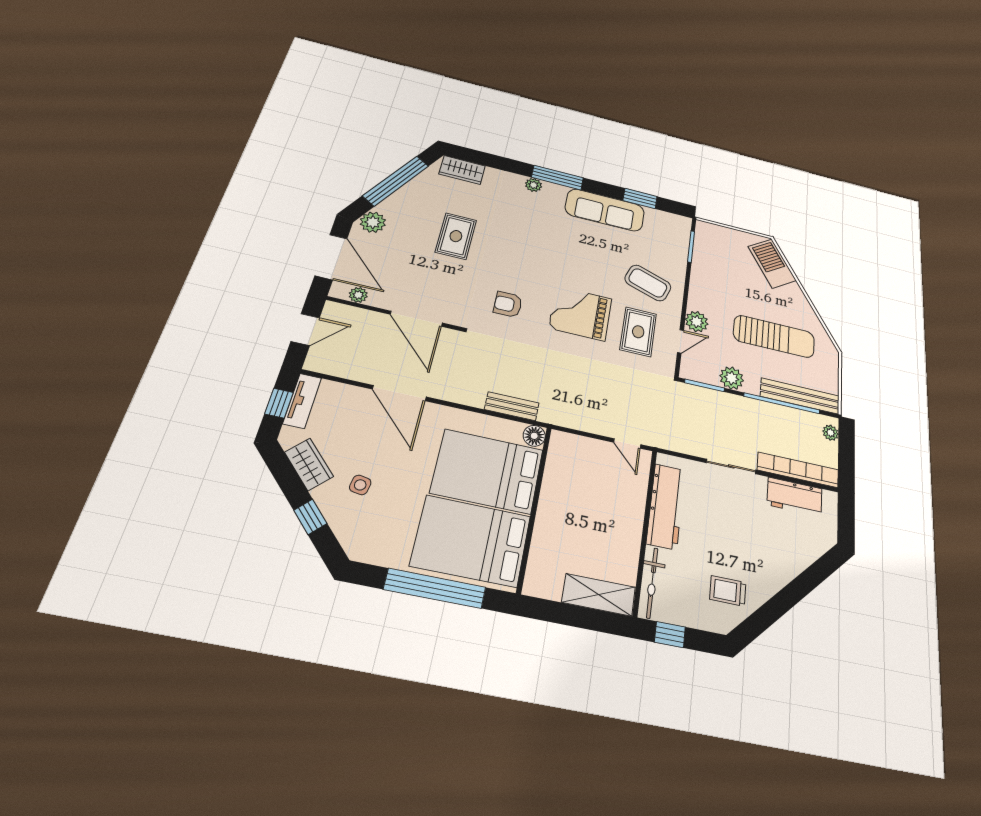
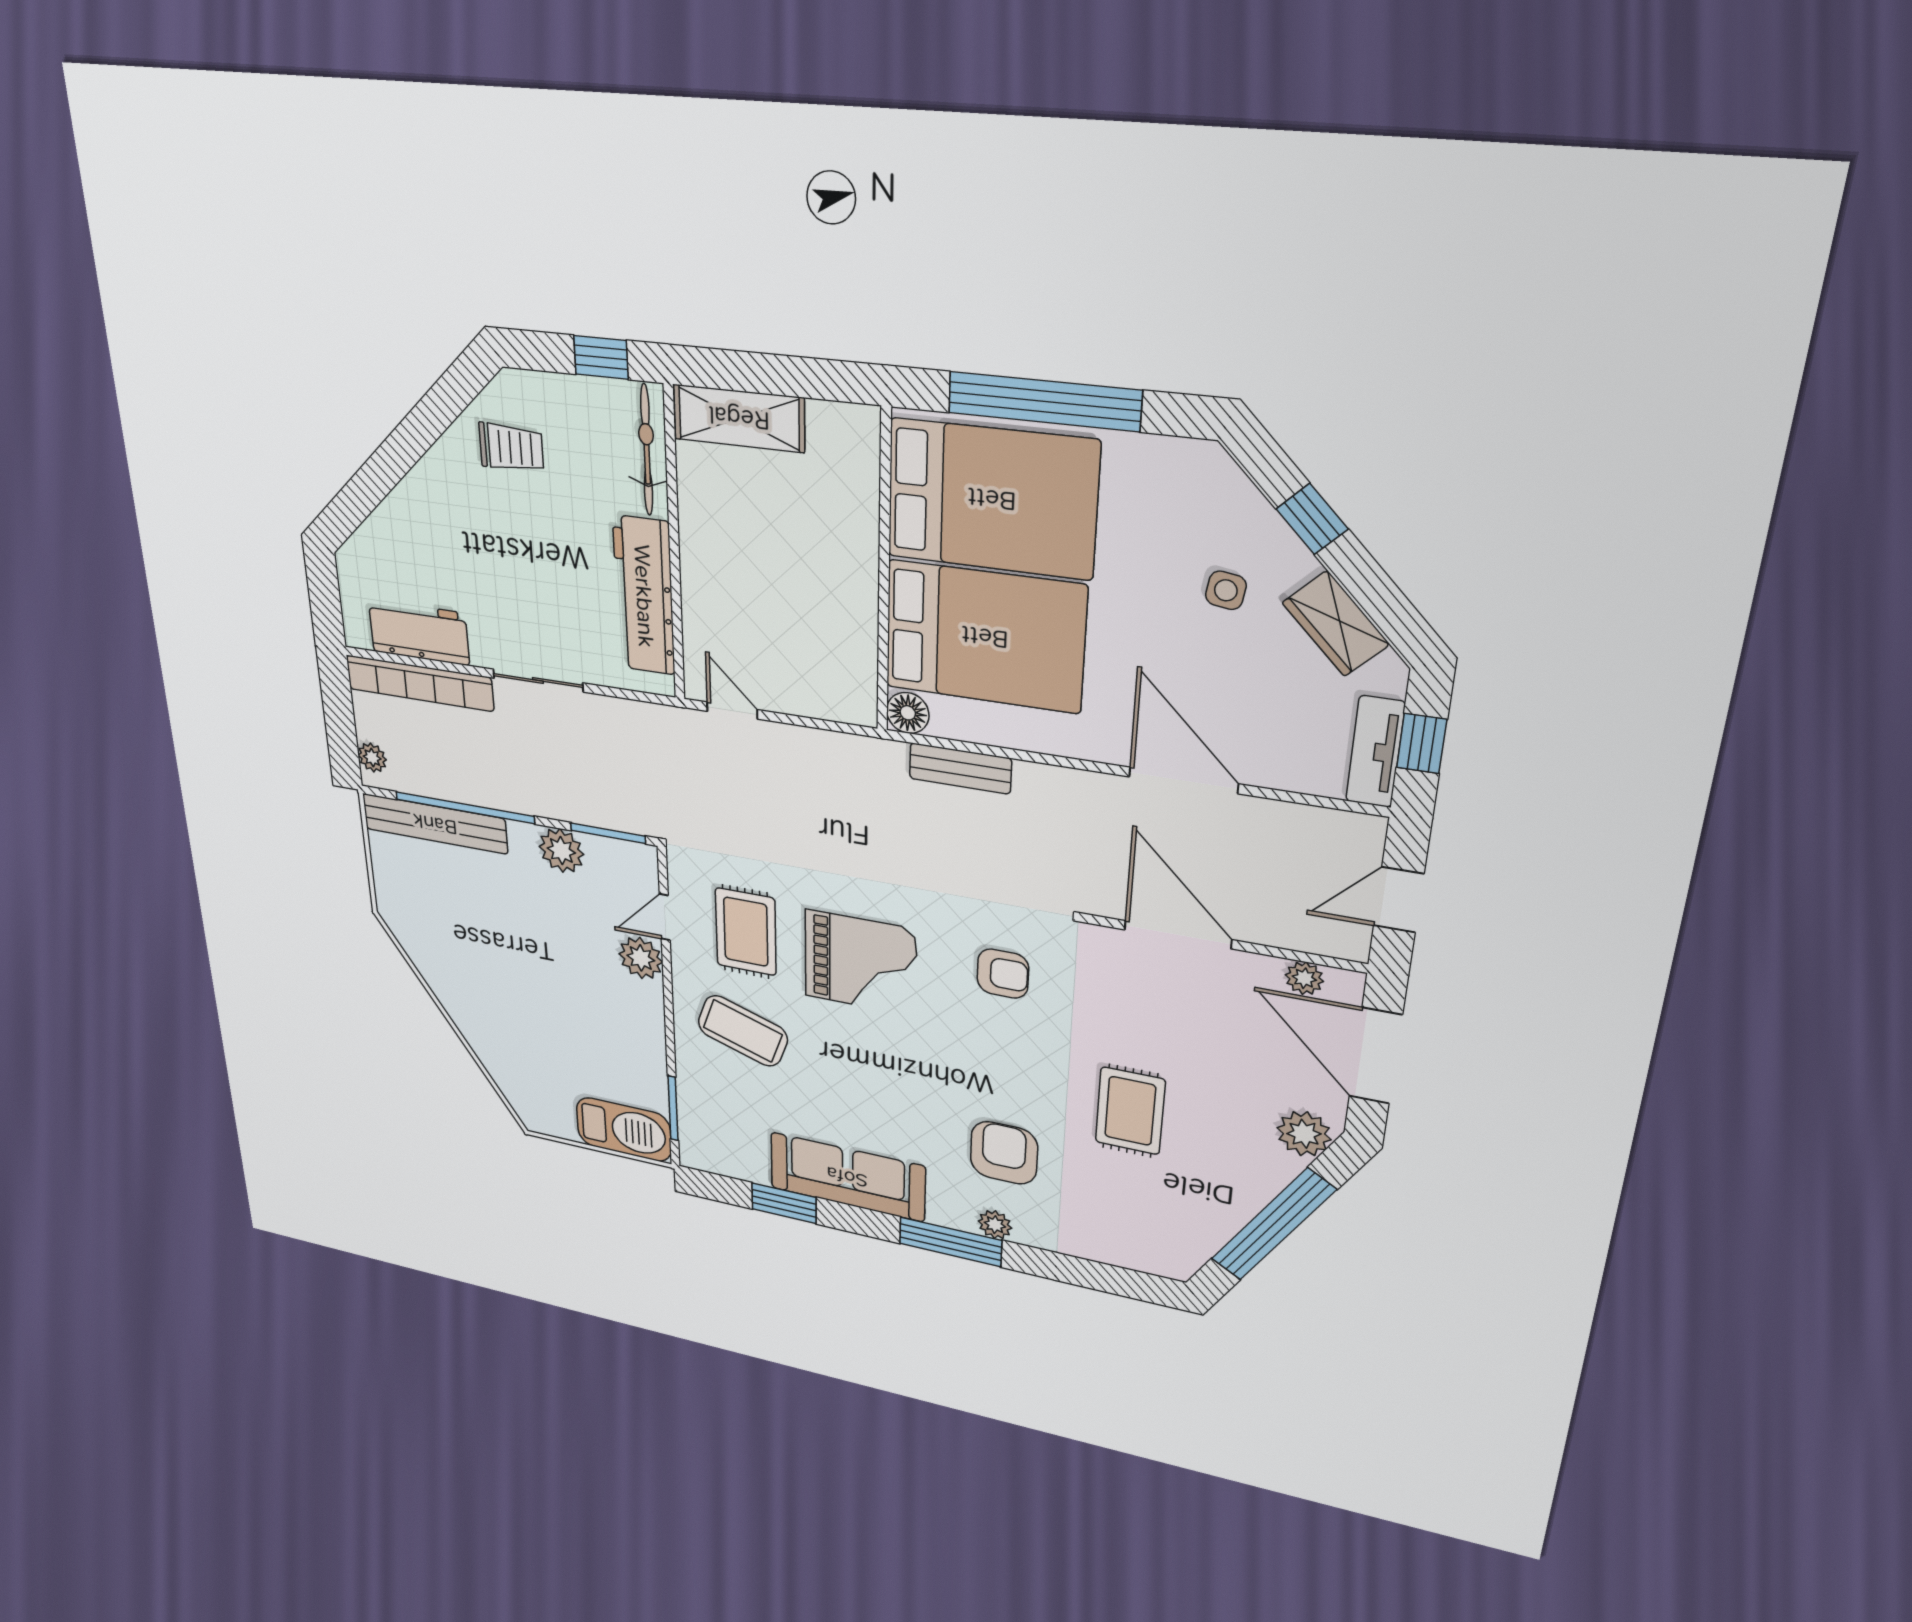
wardrobe: (462, 170) -> (1143, 1252), removed
armchair: (523, 219) -> (1004, 1153), added
barbecue: (772, 263) -> (624, 1129), moved, turned -57
sun lounger: (774, 336) -> (496, 936), removed

